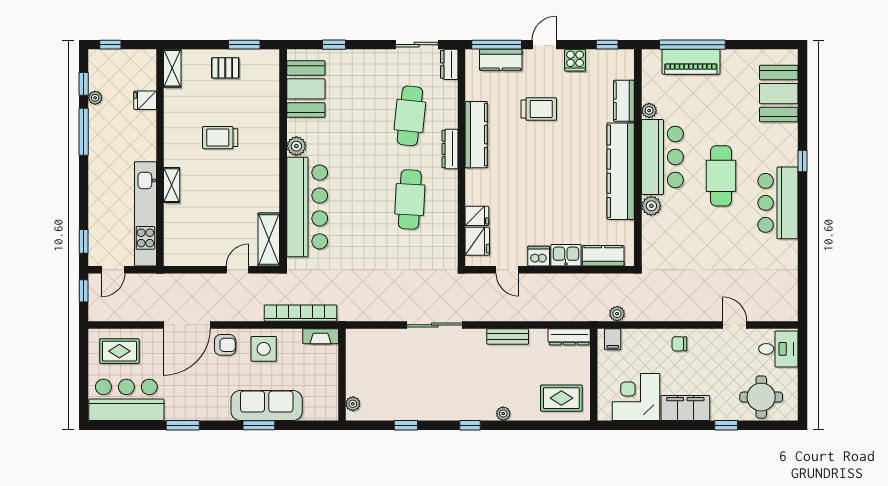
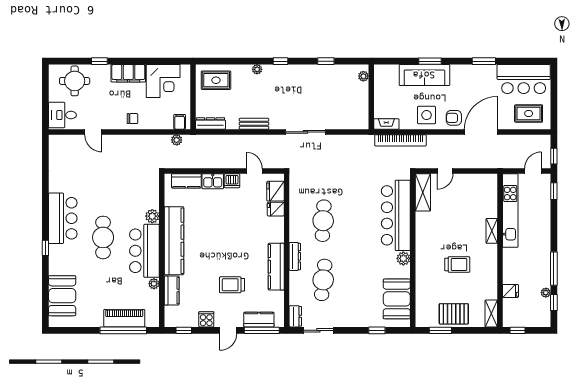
window: (110, 45) -> (517, 330), moved
pallet: (225, 68) -> (454, 314), width x1.50, depth x1.42

